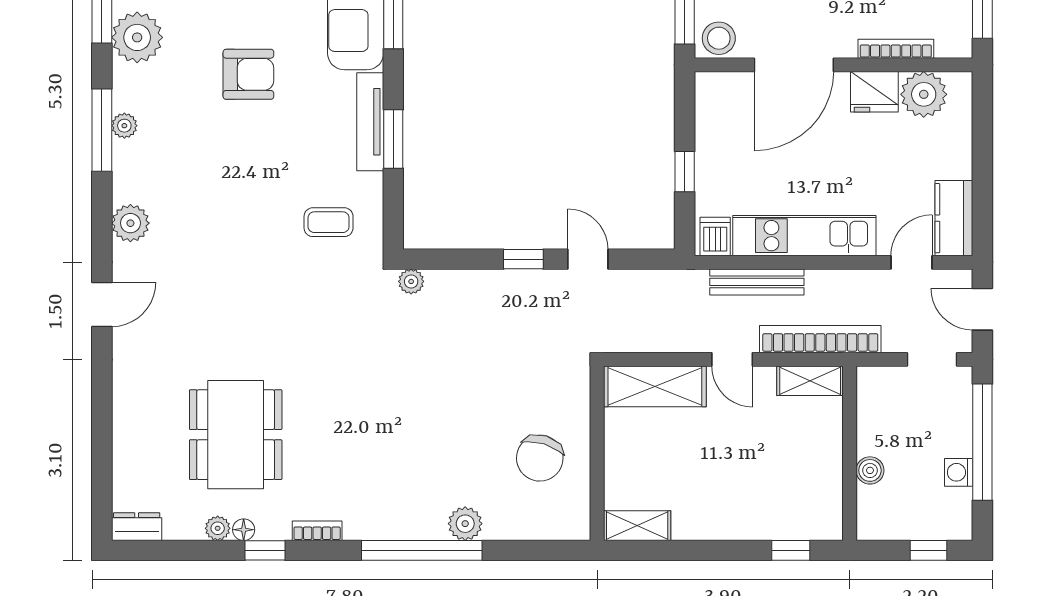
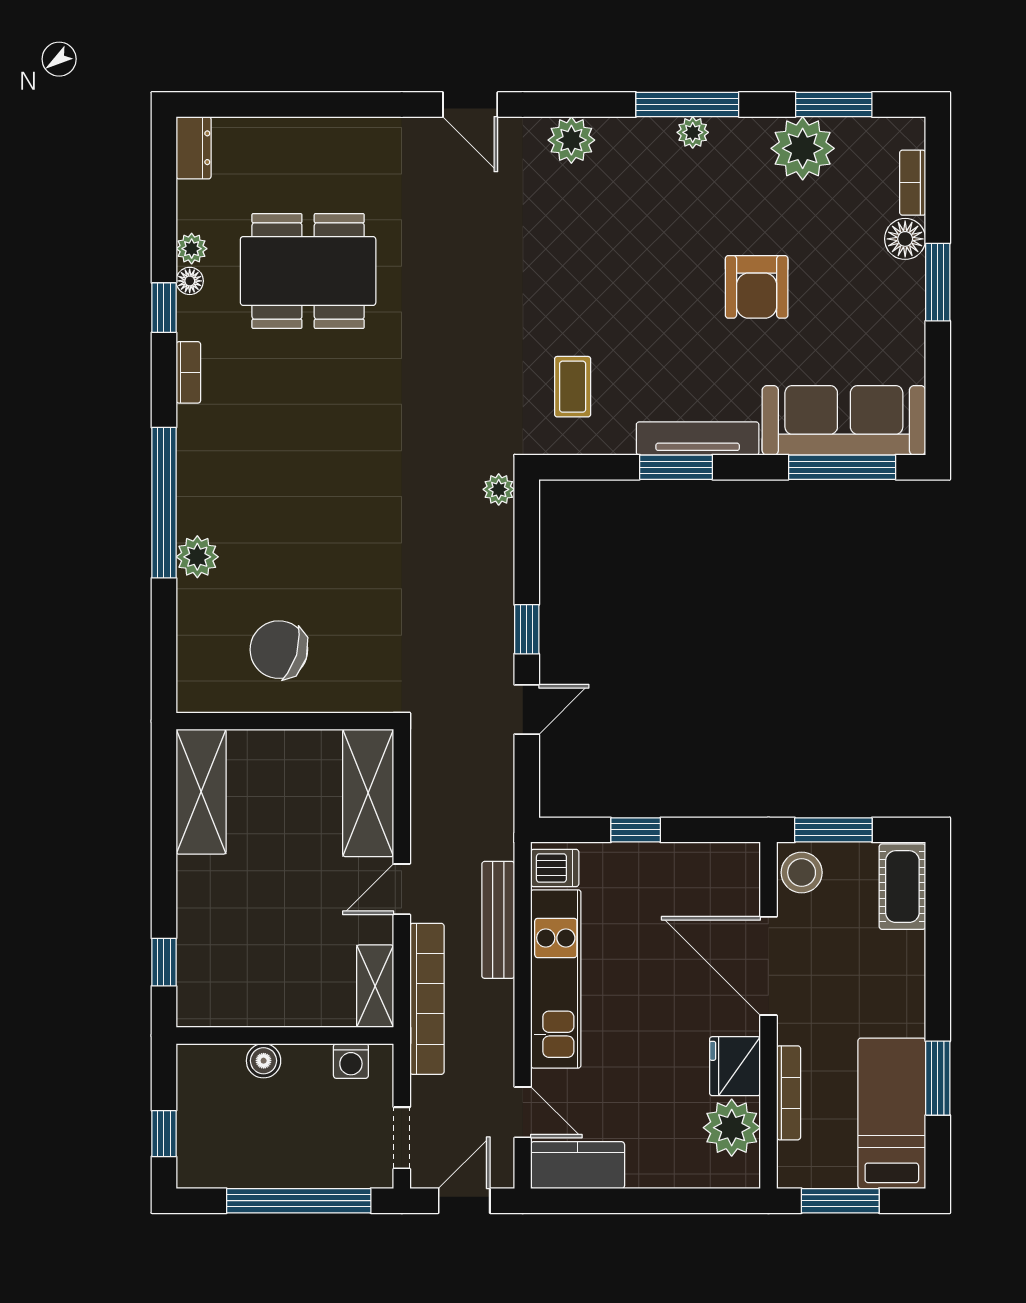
washing machine: (959, 472) -> (351, 1061), moved, turned 180
shelving: (637, 526) -> (201, 792), width x1.50, depth x1.33

